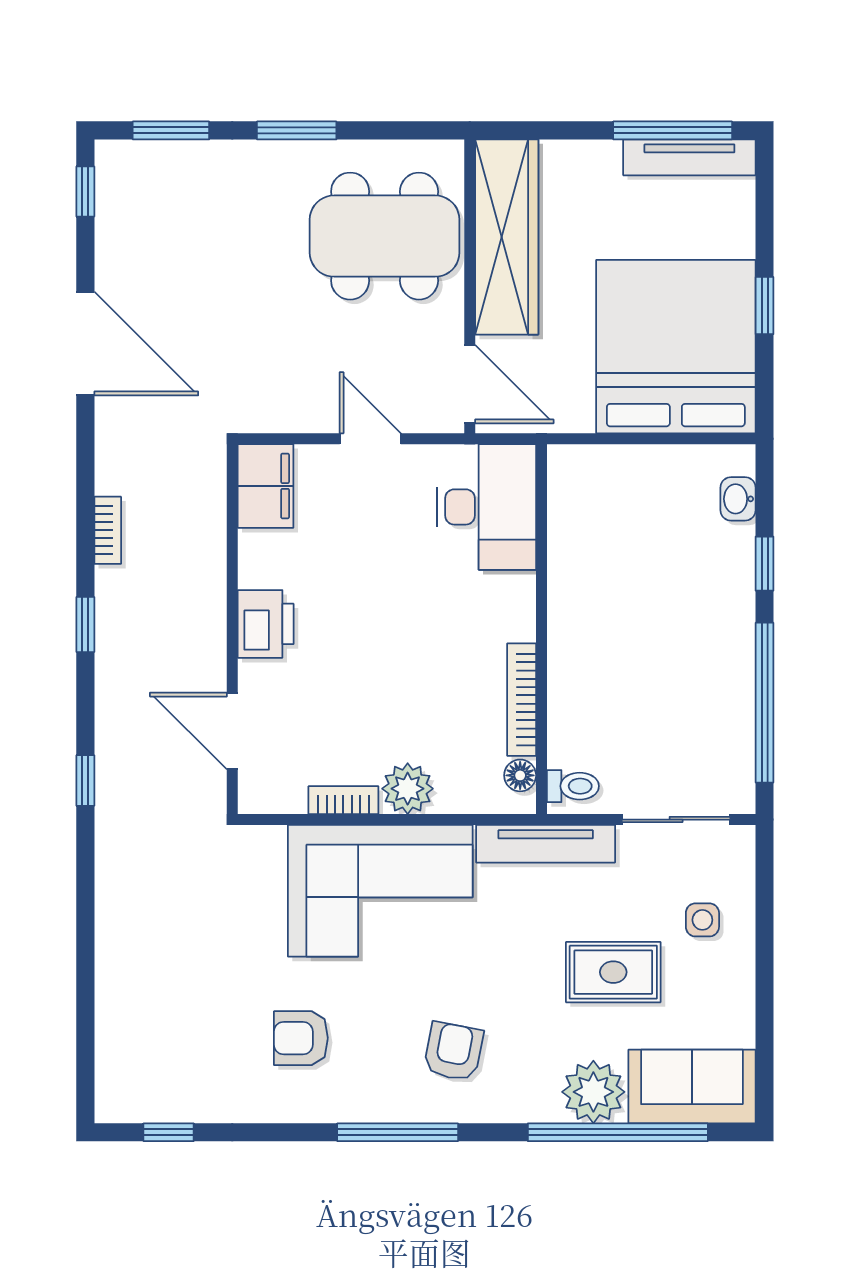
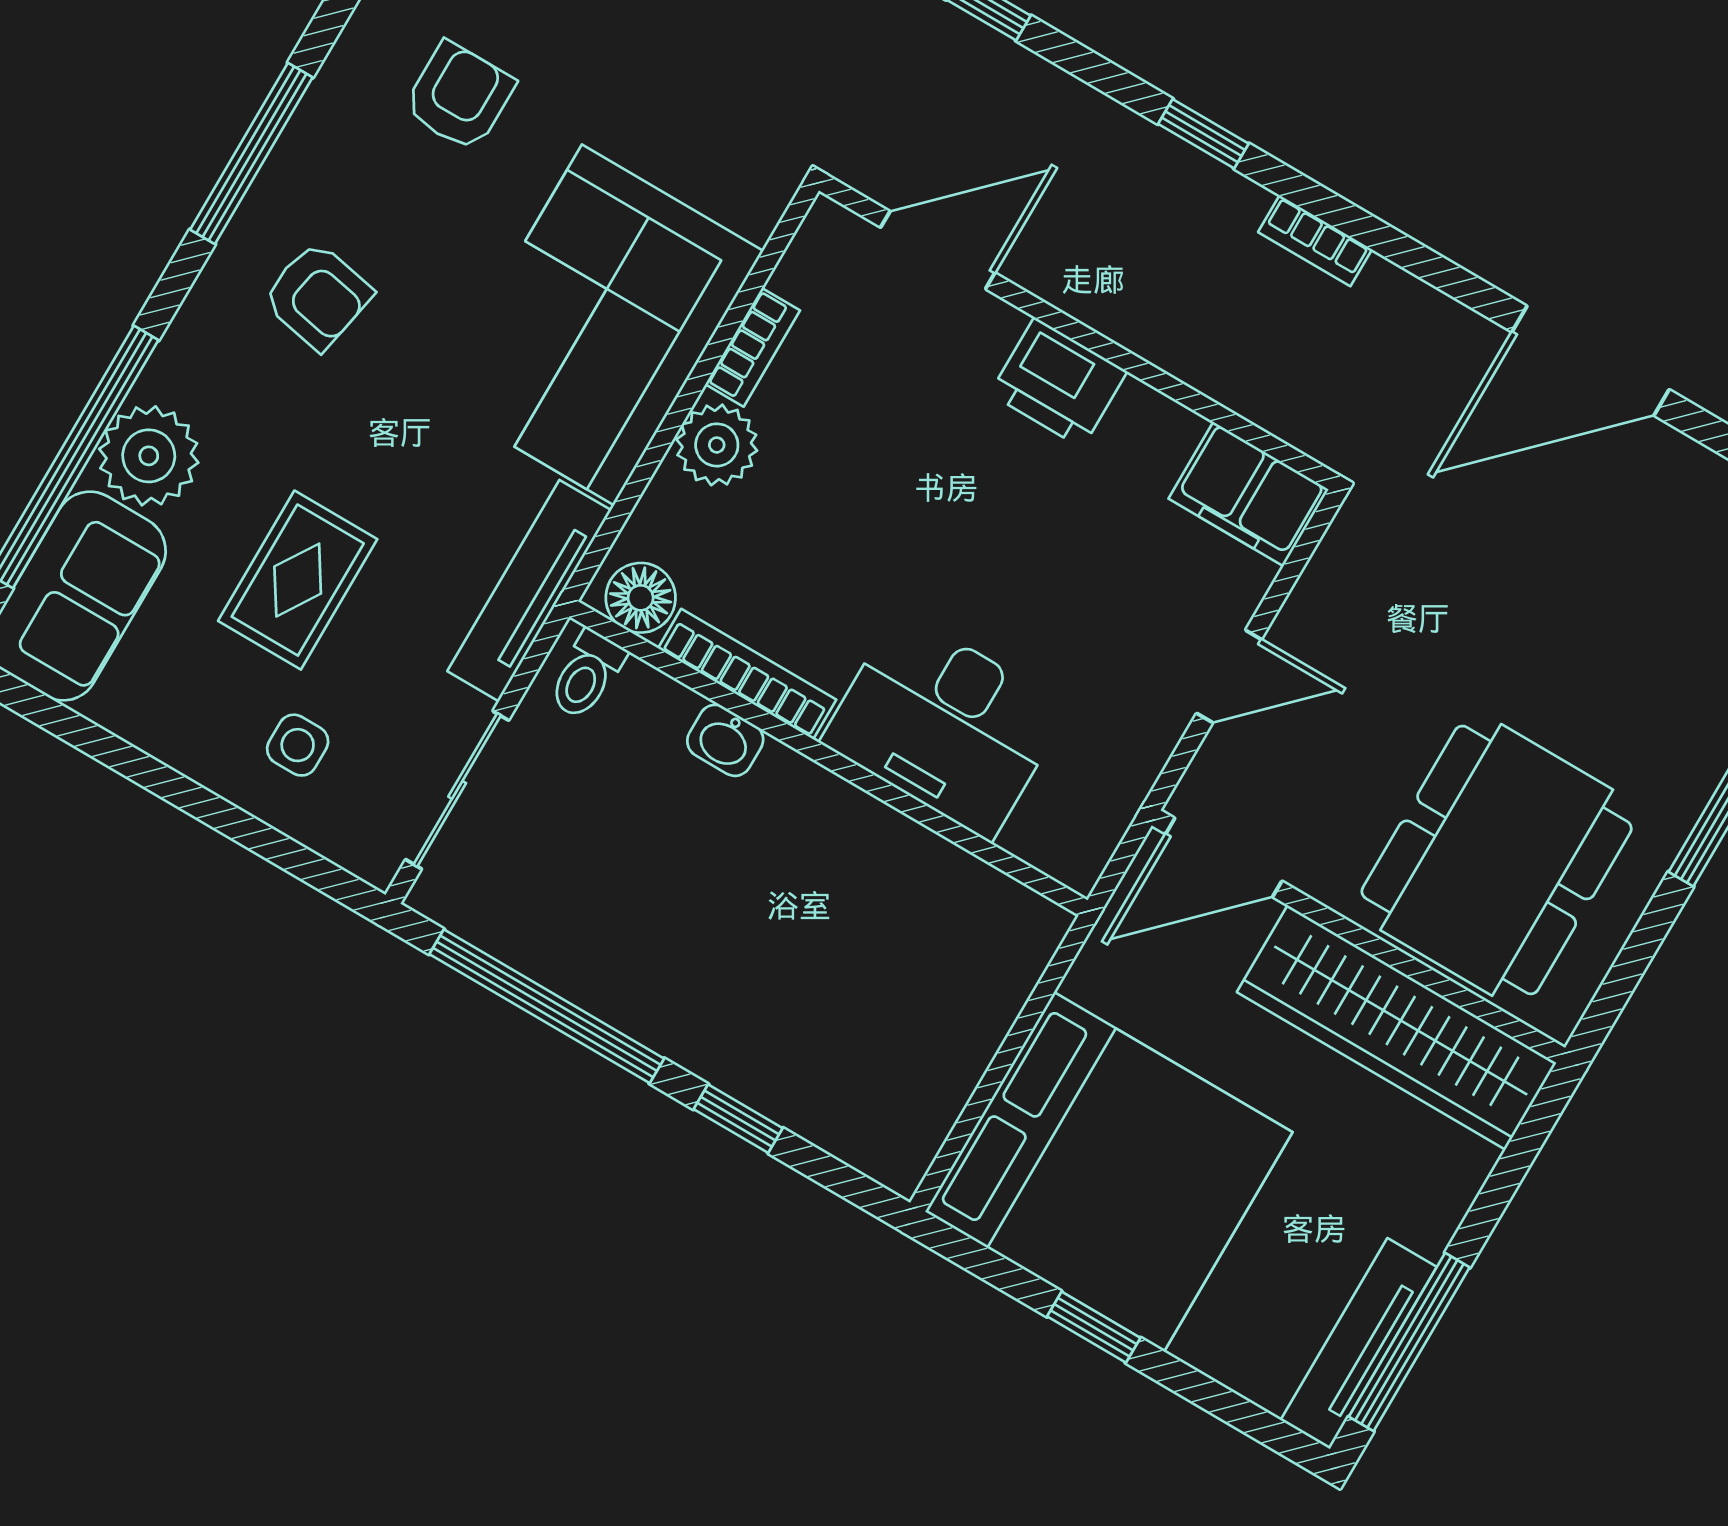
washbasin: (738, 499) -> (725, 740), moved, turned 180
desk: (487, 507) -> (945, 725), moved
floor lamp: (520, 775) -> (641, 598), width x1.37, depth x1.37

